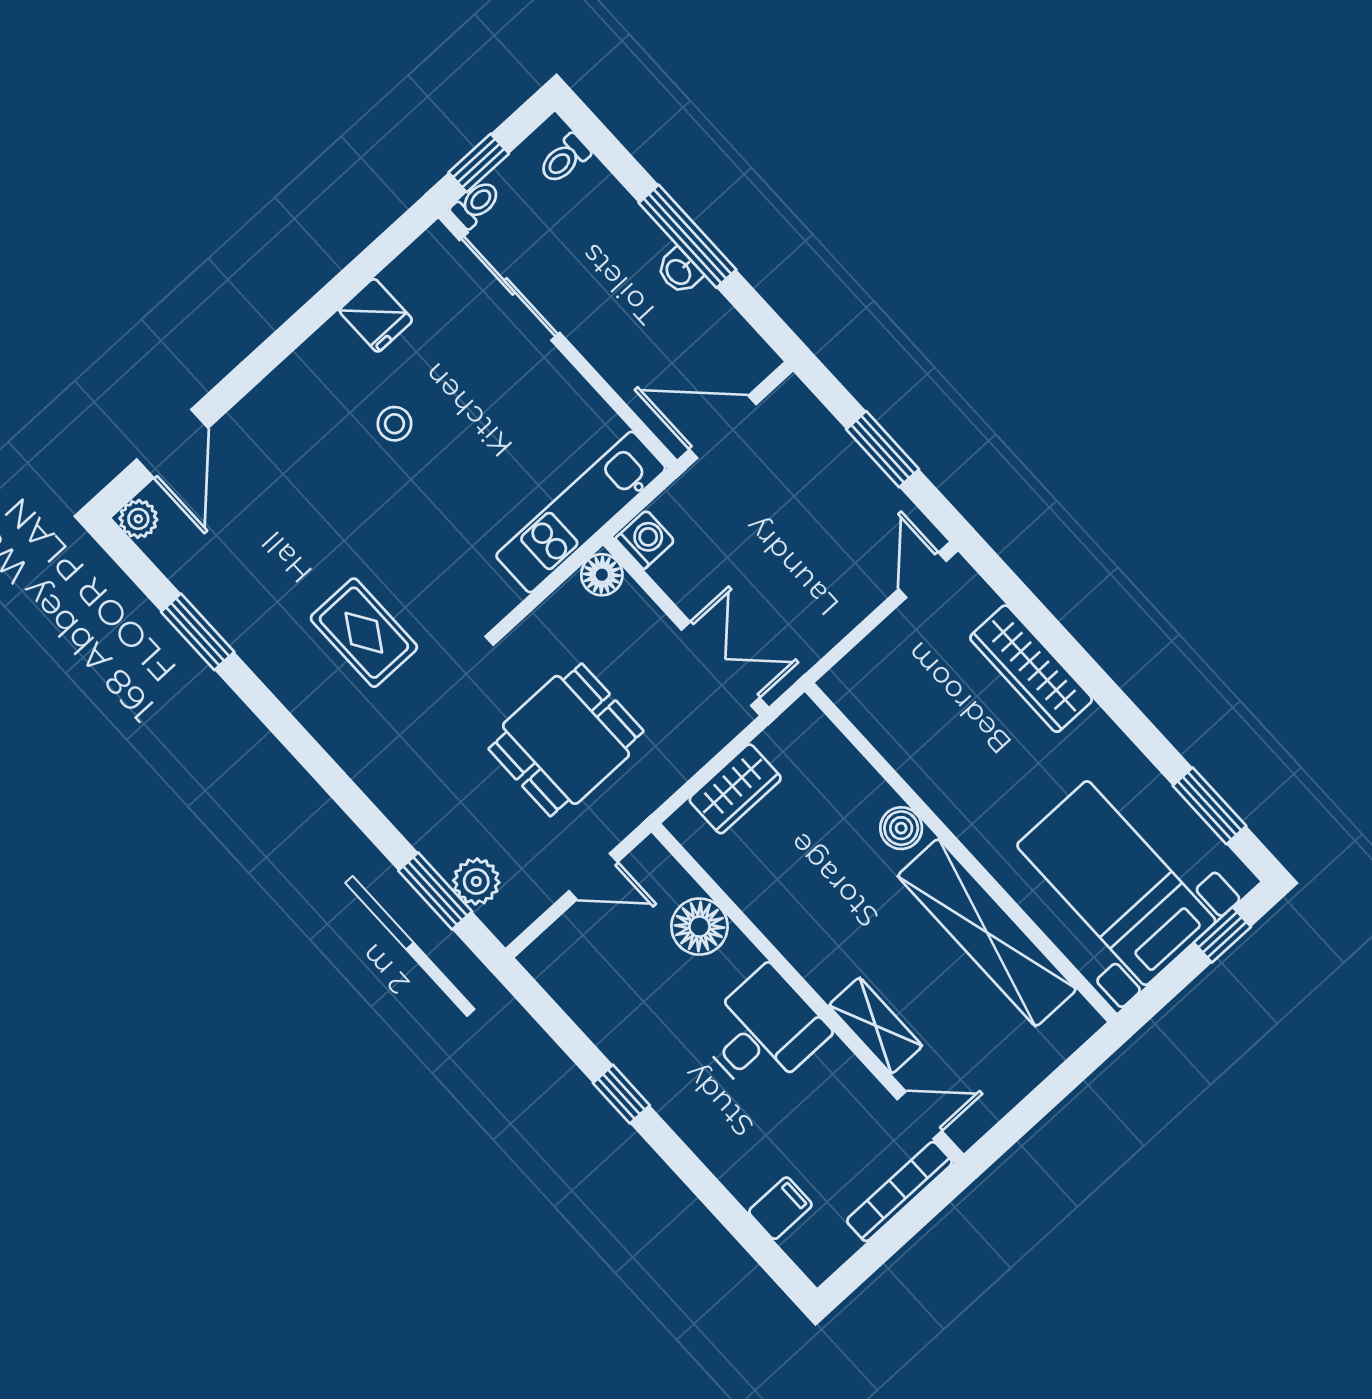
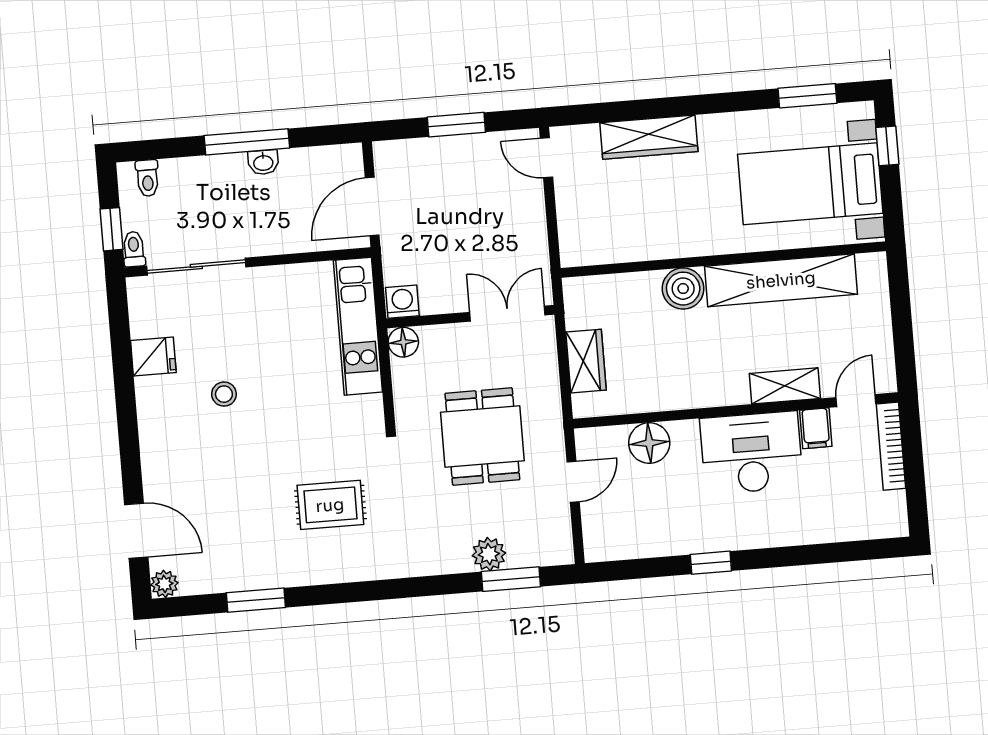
boiler: (901, 828) -> (683, 289), width x1.36, depth x1.36
plant: (476, 881) -> (489, 554), moved
desk: (762, 1032) -> (751, 453), width x1.37
filing cabinet: (780, 1208) -> (816, 428), moved, turned 180

